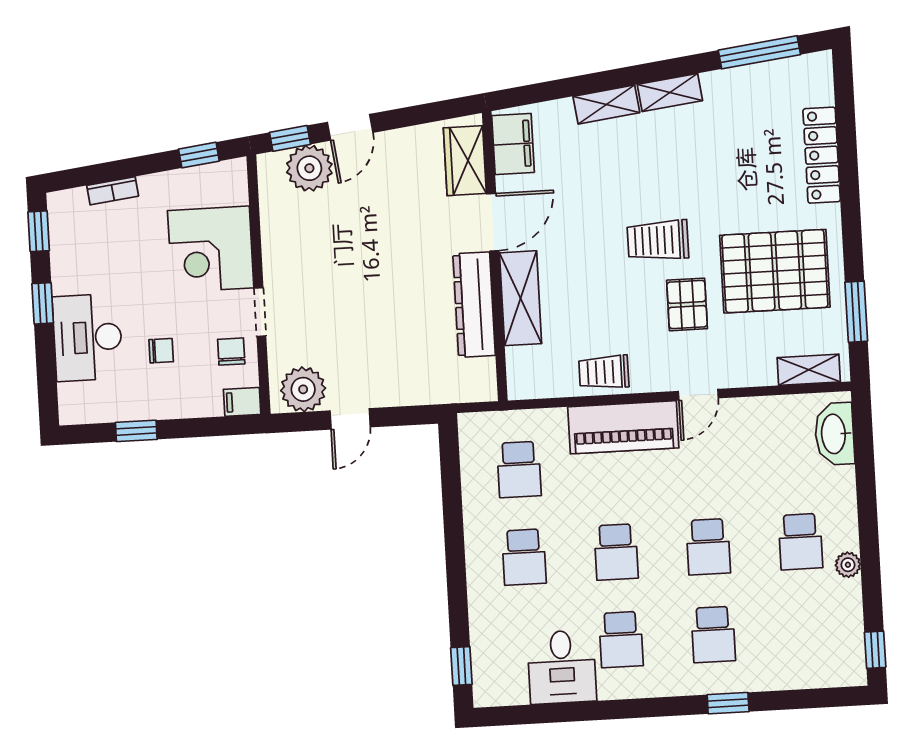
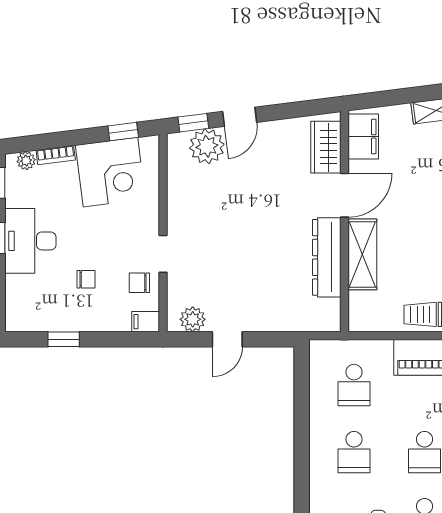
plant: (74, 200) -> (26, 161), added
corner desk: (211, 249) -> (110, 172), moved, turned -97
desk: (88, 338) -> (30, 241), moved
chair: (231, 352) -> (139, 283), turned -90
plant: (303, 389) -> (193, 319), width x0.73, depth x0.73

